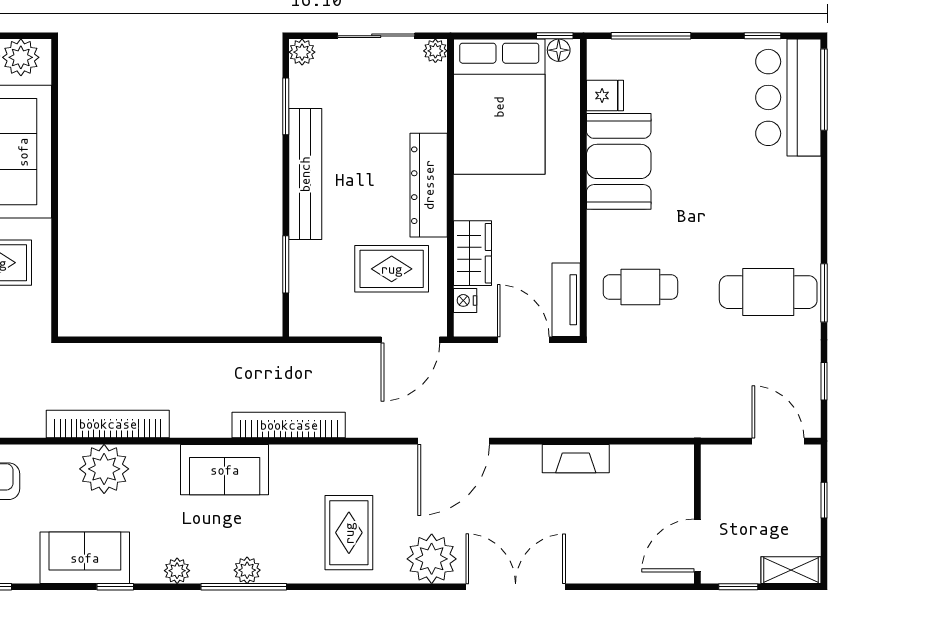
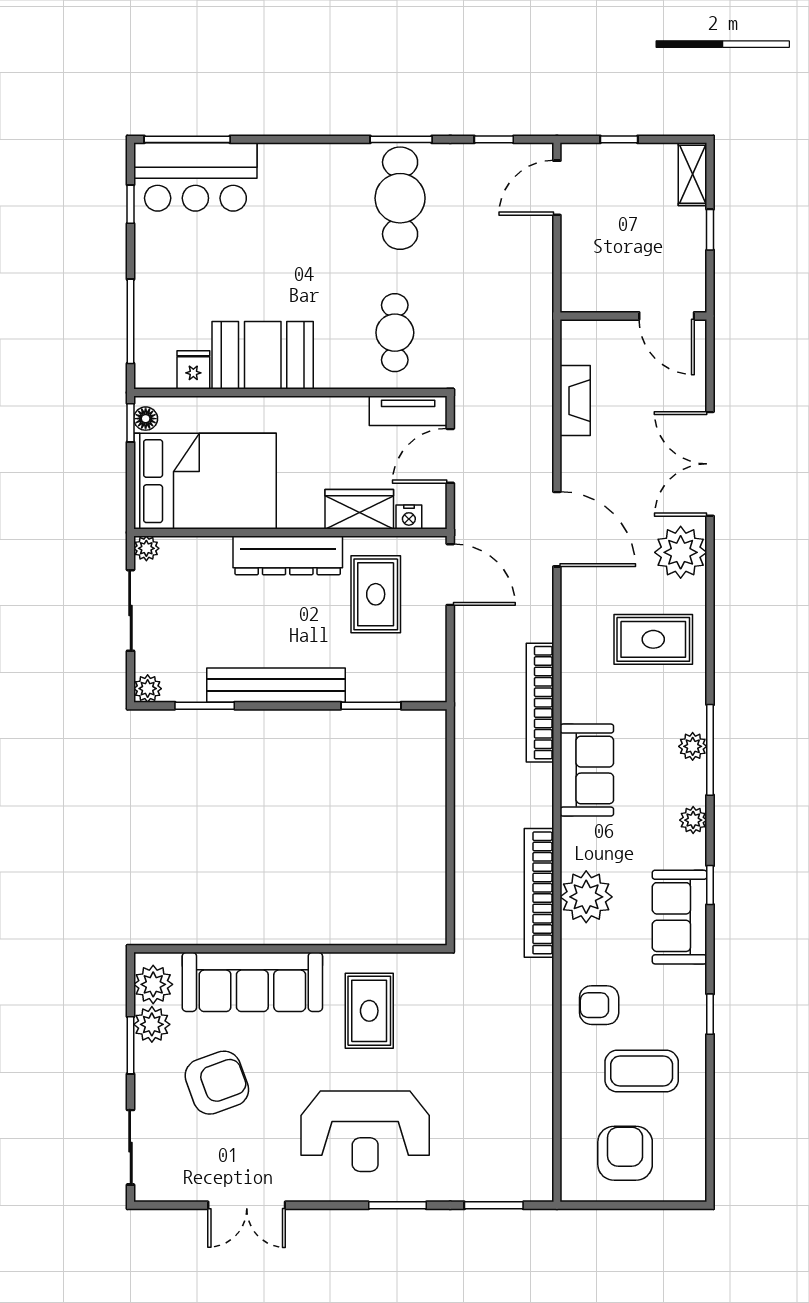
wall: (697, 514) -> (633, 316), moved
door: (697, 545) -> (667, 316), moved

